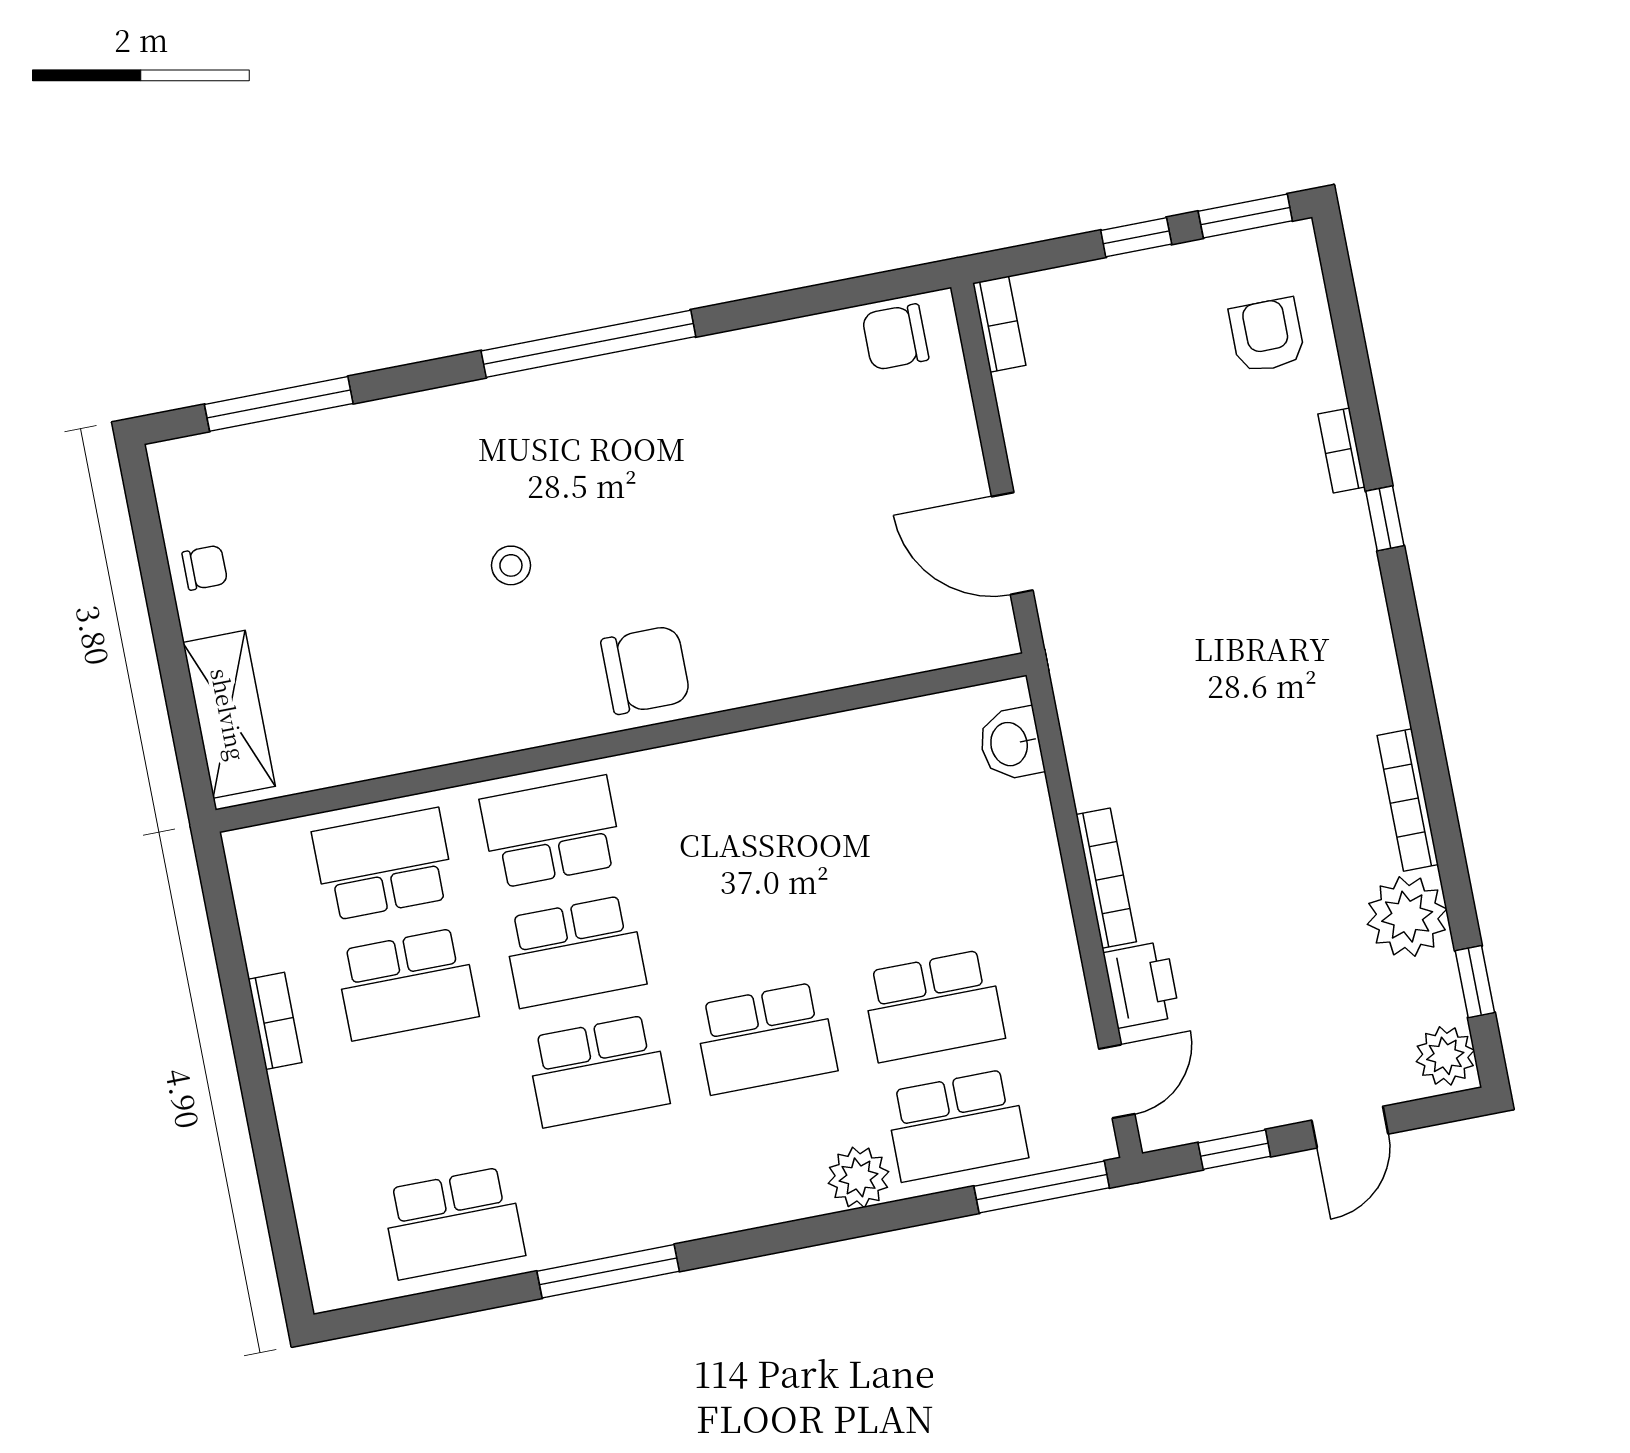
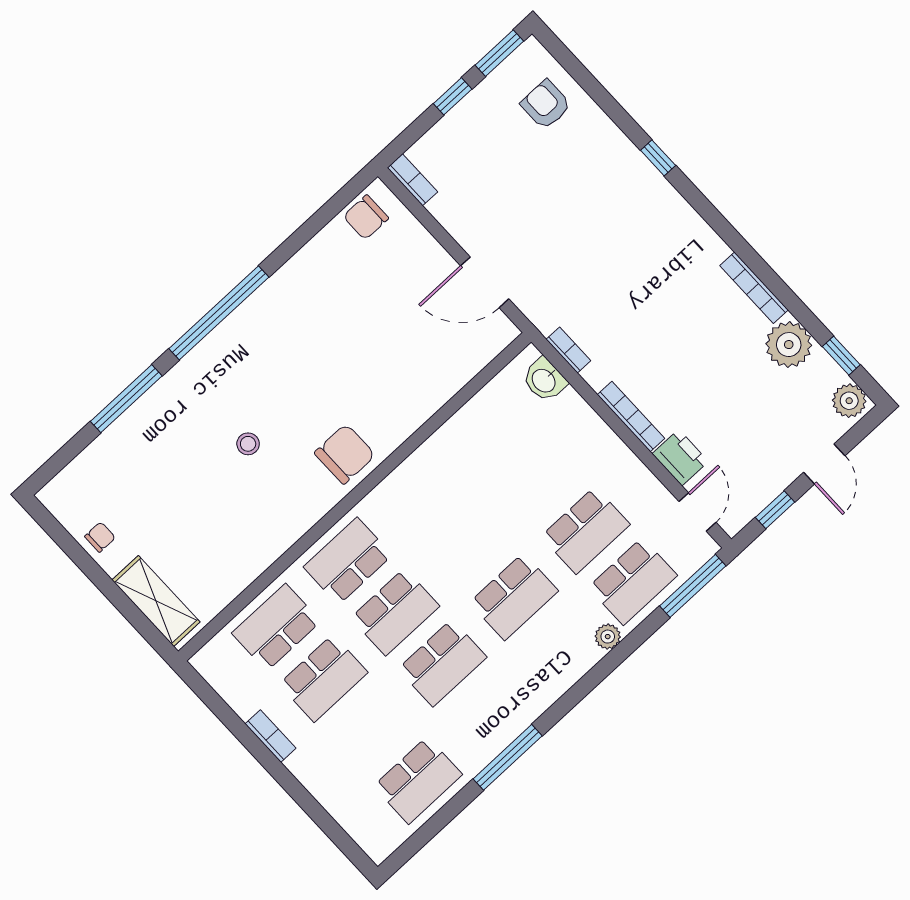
window: (279, 404) -> (126, 399), moved
bookcase: (1341, 450) -> (568, 350), moved, turned 180
plant: (858, 1177) -> (608, 637), width x0.73, depth x0.73

